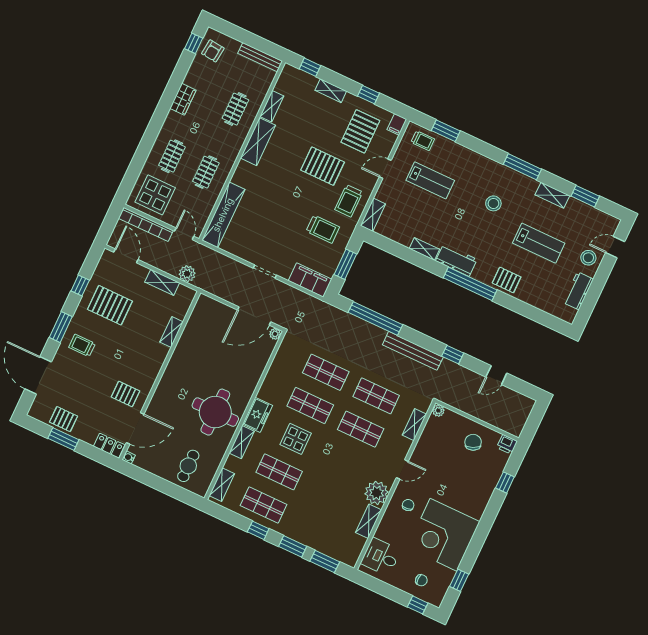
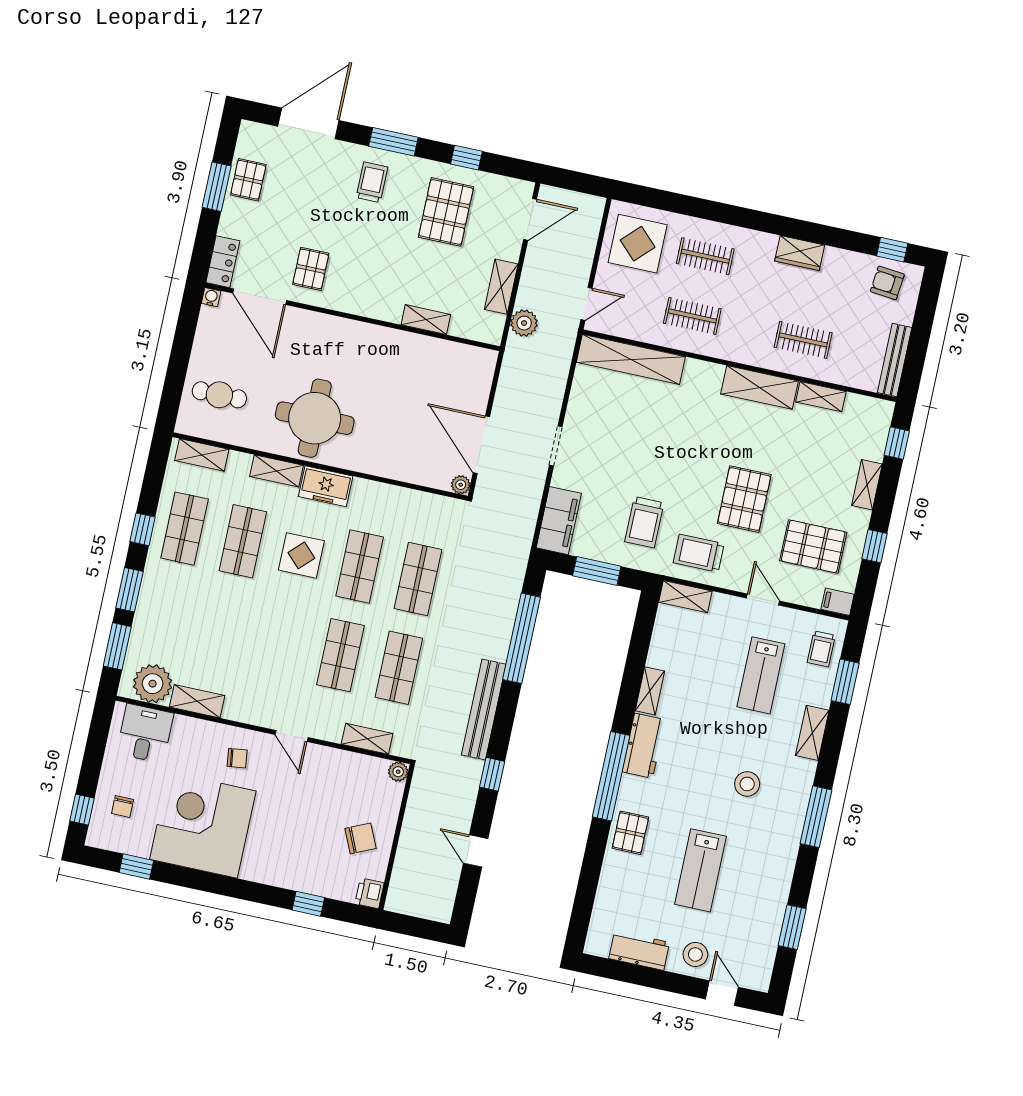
shelving: (552, 195) -> (812, 733), moved
bookcase: (146, 224) -> (587, 240), removed
plant: (377, 493) -> (153, 684), moved

